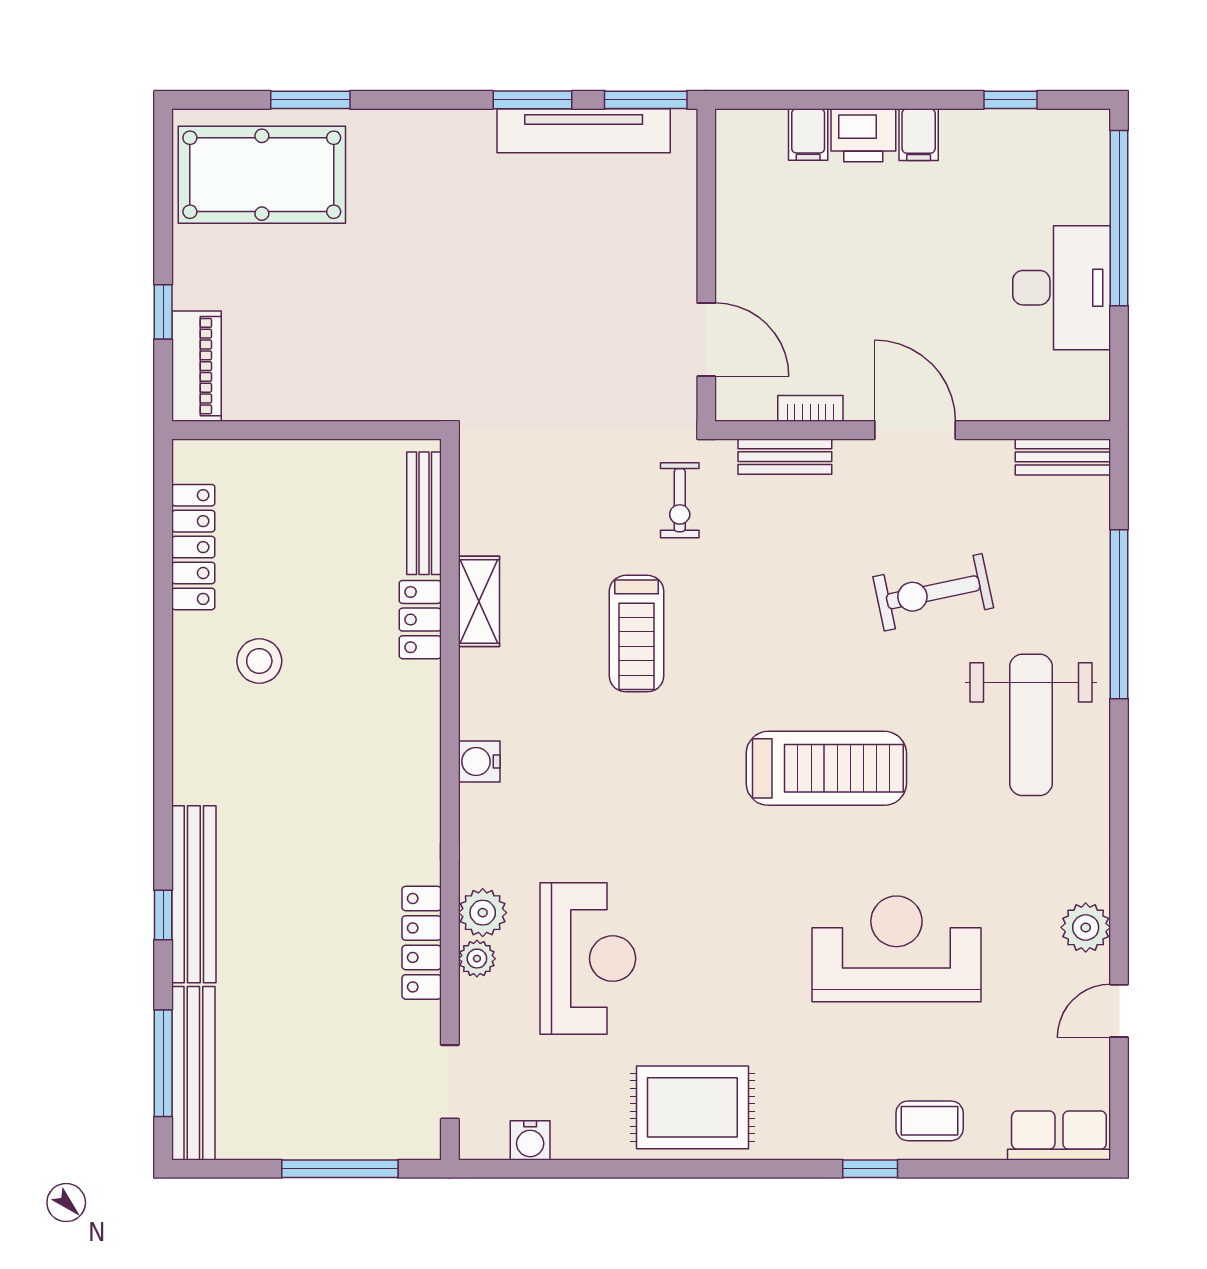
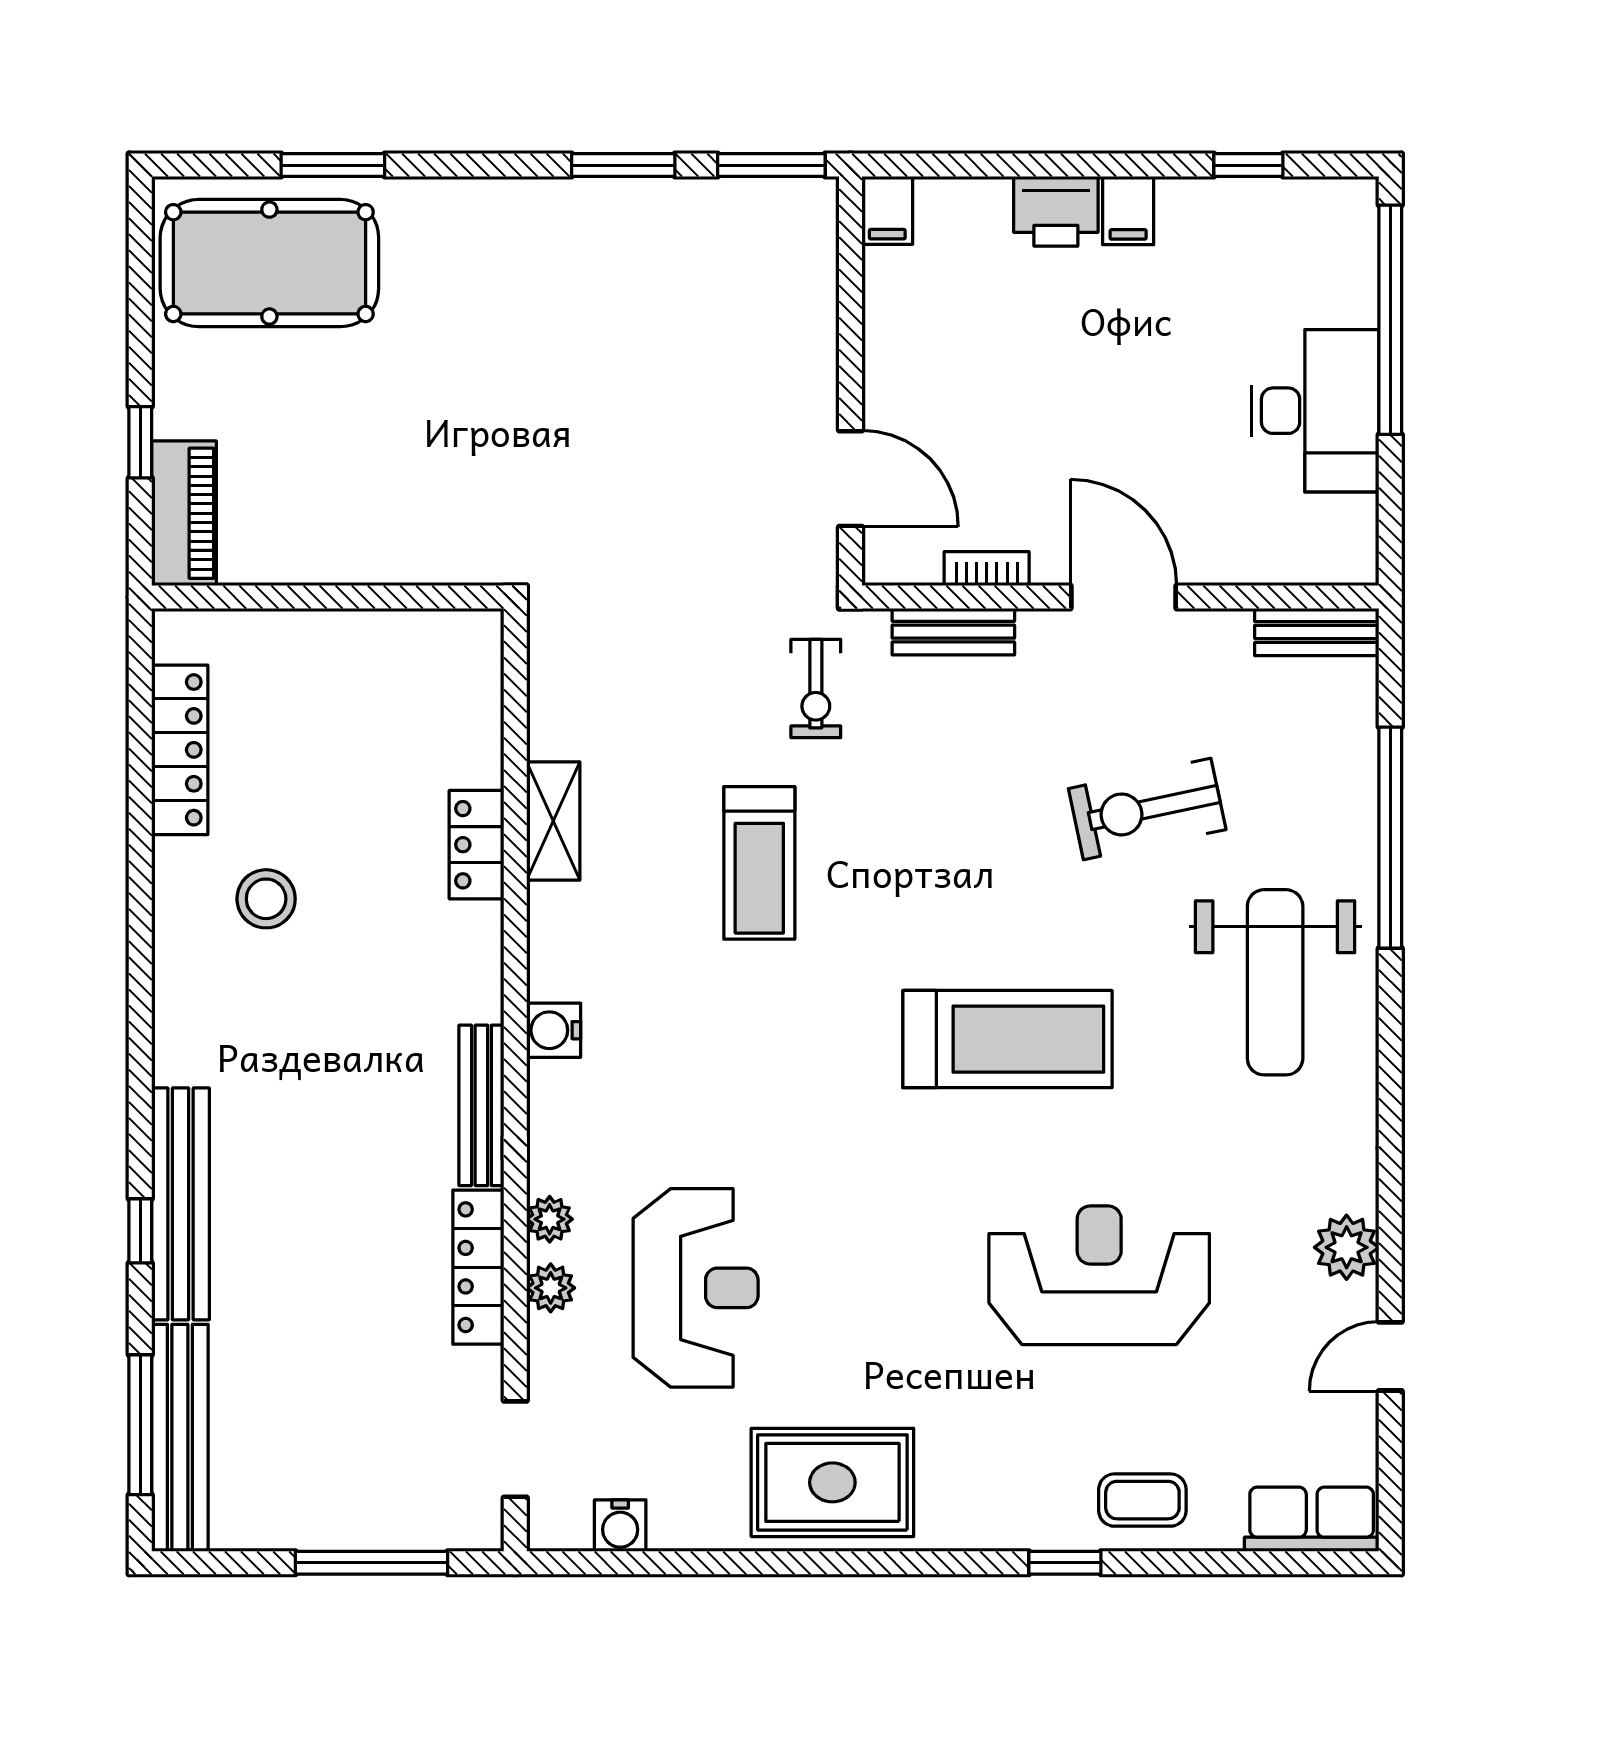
tv unit: (584, 131) -> (690, 205), removed
filing cabinet: (808, 134) -> (887, 210), moved
bench: (424, 513) -> (481, 1105), moved
plant: (483, 913) -> (550, 1219), width x0.73, depth x0.73

